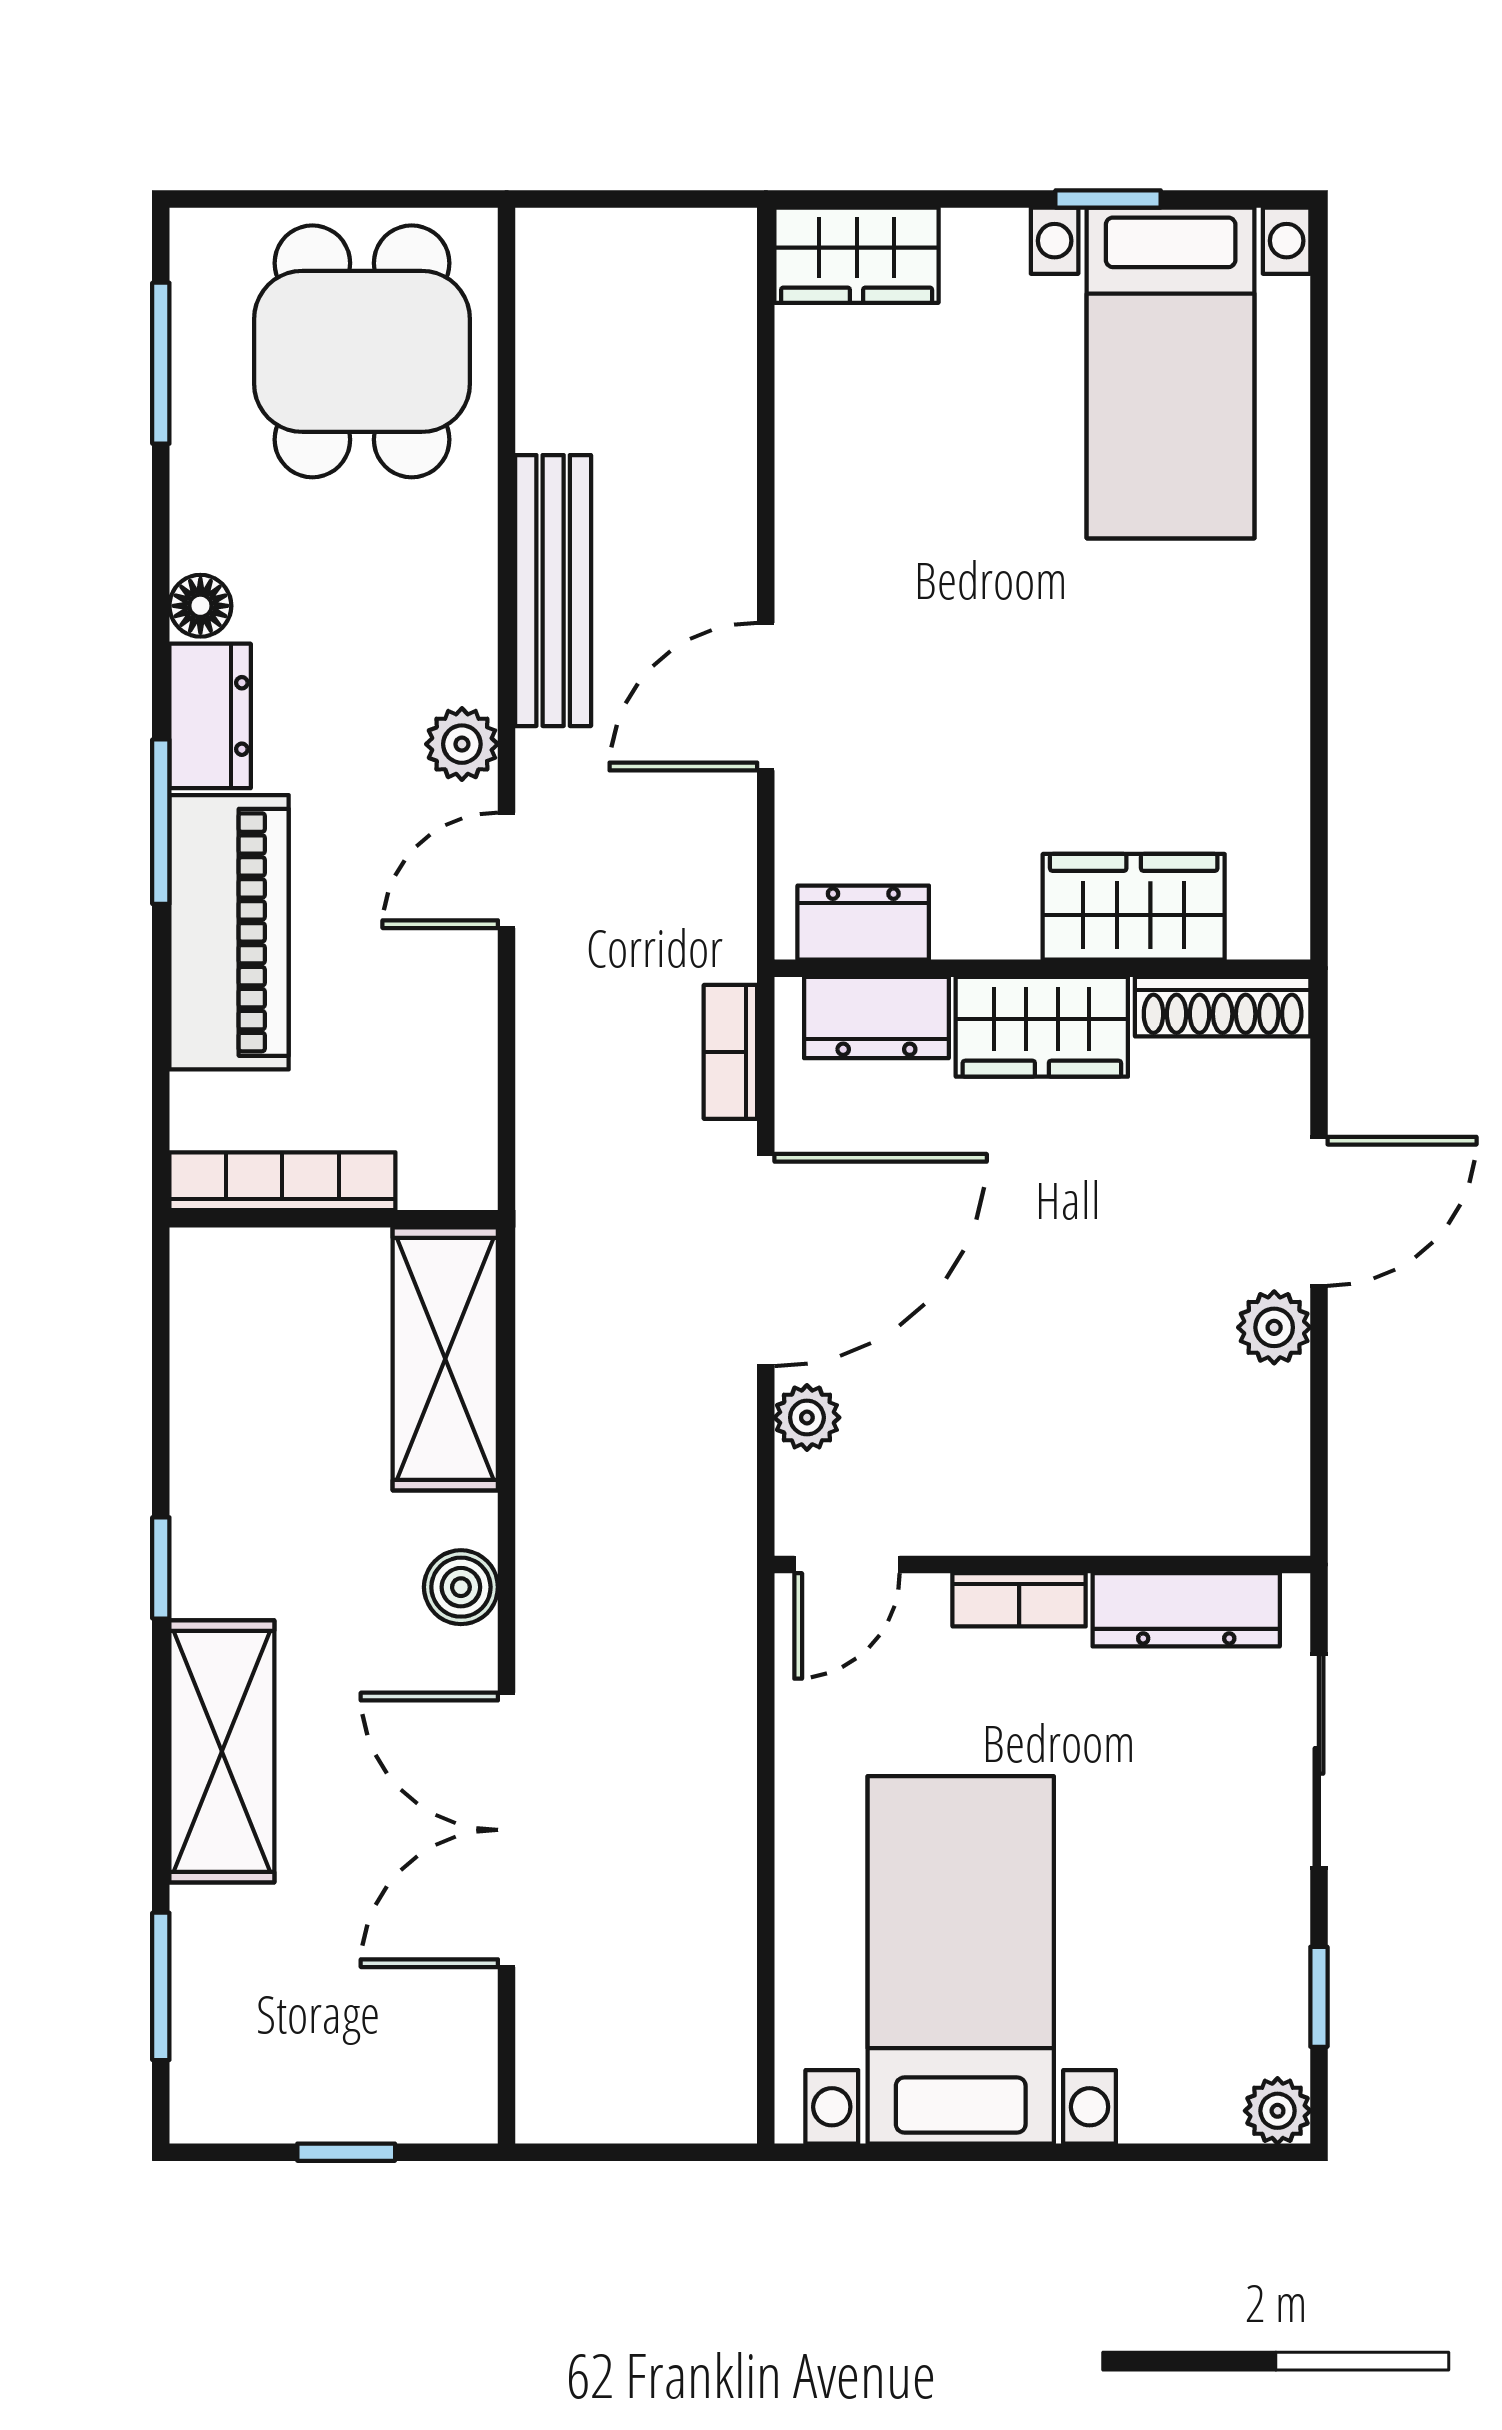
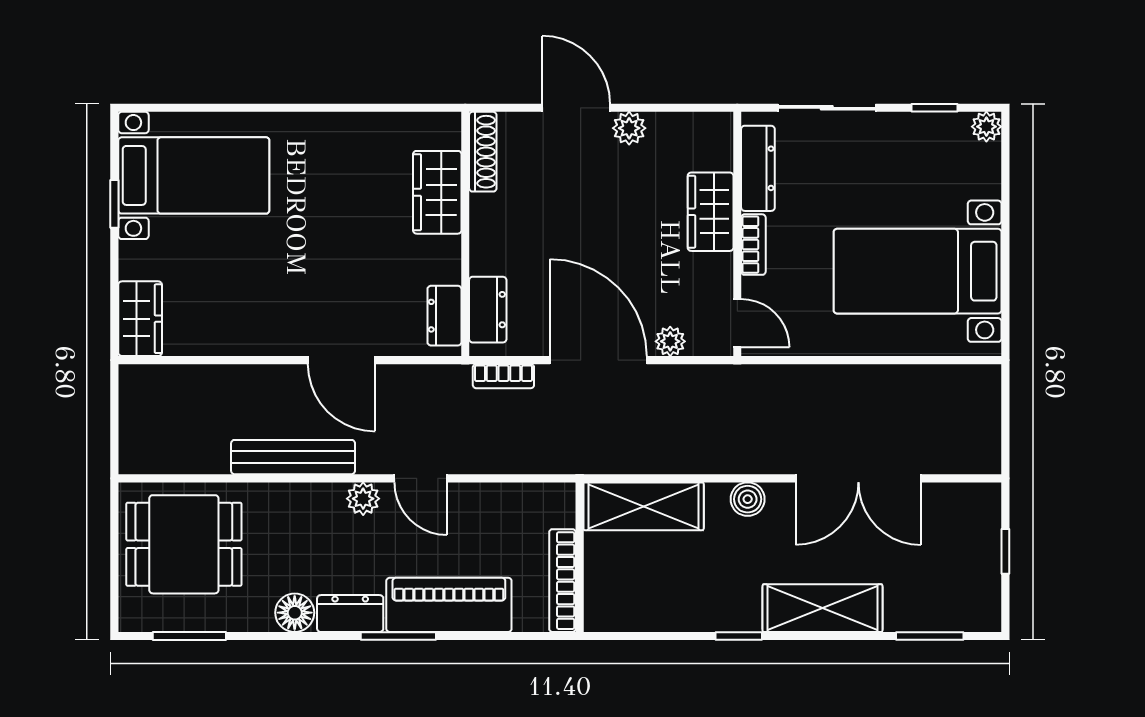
floor lamp: (200, 606) -> (295, 613), width x1.37, depth x1.37
wardrobe: (1042, 1027) -> (711, 212), moved, turned 180

